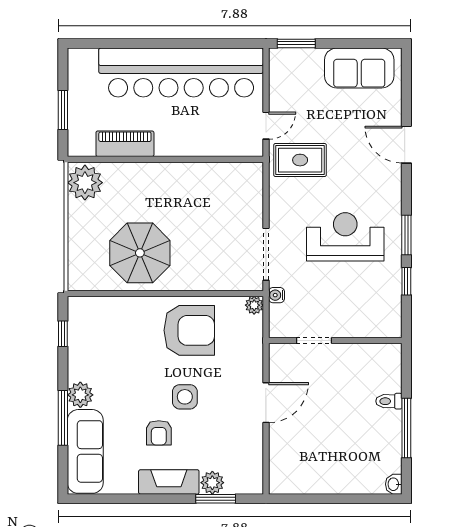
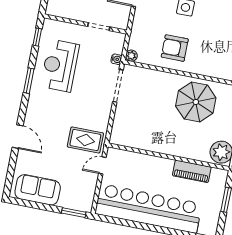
reception desk: (345, 237) -> (60, 66), moved, turned 90
window: (406, 281) -> (37, 37), moved
armchair: (189, 330) -> (175, 48), width x0.73, depth x0.73

